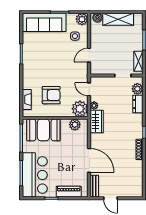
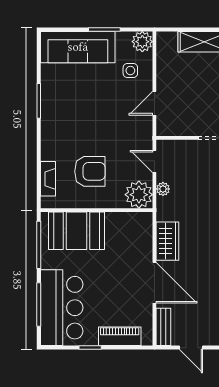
boiler: (97, 18) -> (169, 39), removed
wardrobe: (97, 122) -> (167, 241), moved
plant: (75, 125) -> (130, 222), removed

